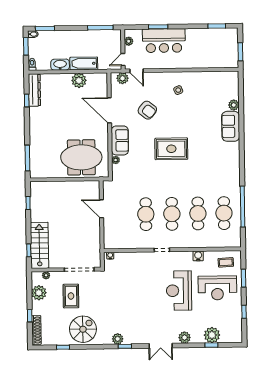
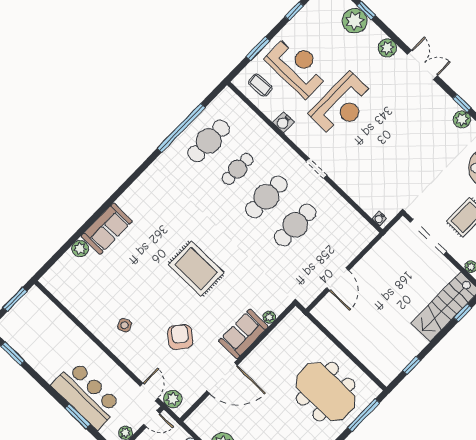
door: (109, 110) -> (222, 378), hinge flipped
meeting table: (81, 157) -> (326, 392), moved
cafe table: (198, 213) -> (238, 169), width x0.73, depth x0.74

